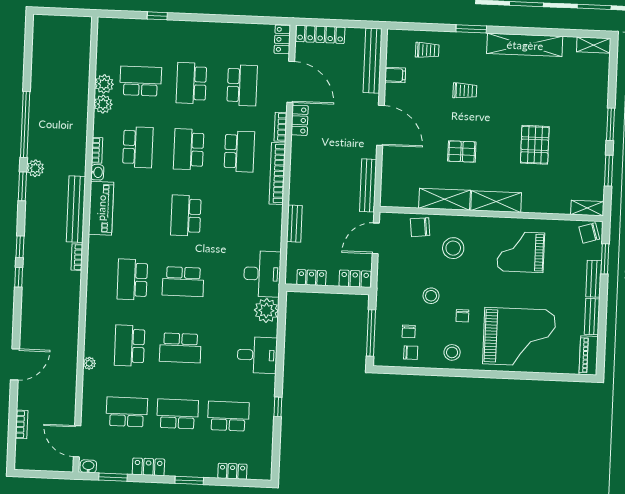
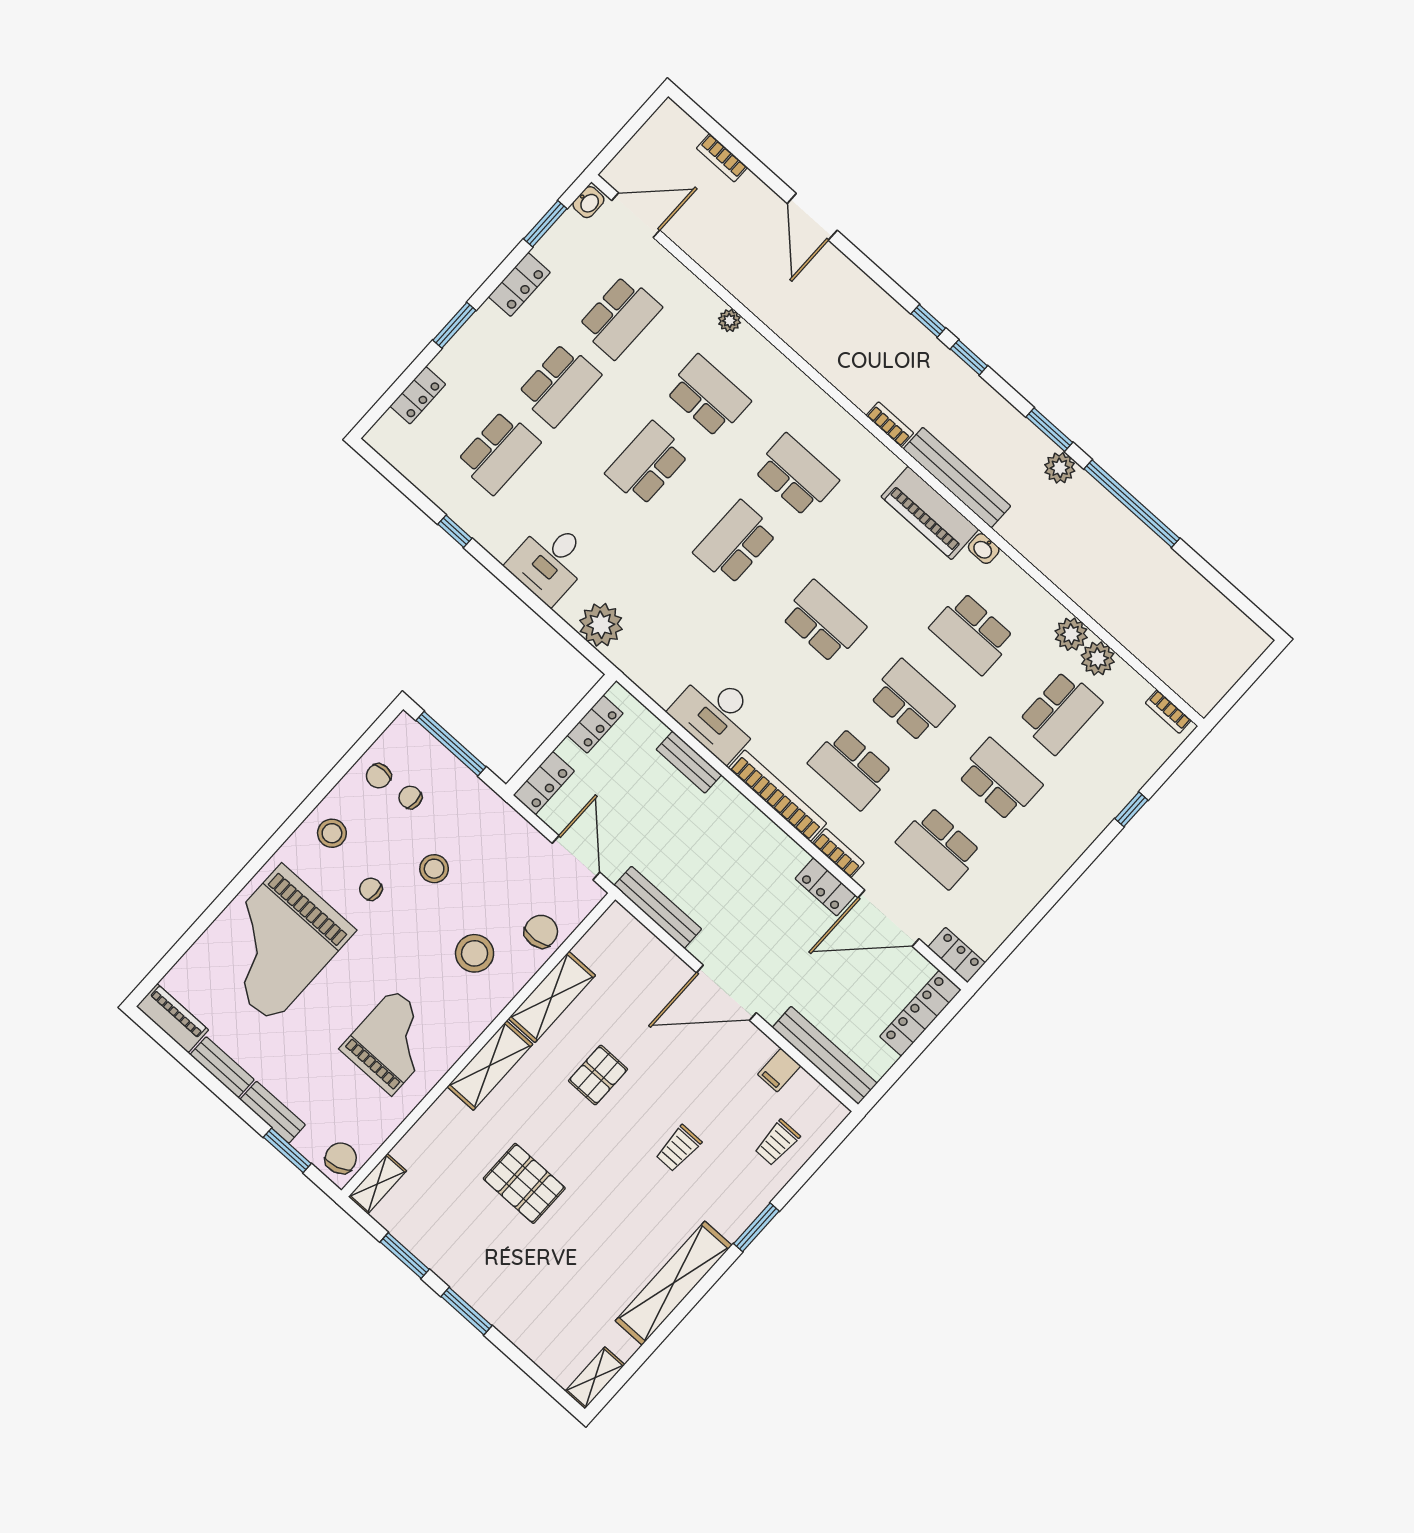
bookcase: (97, 150) -> (1168, 712), moved
desk: (262, 274) -> (717, 715), moved

